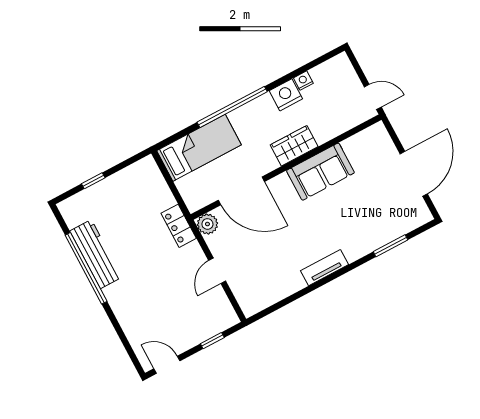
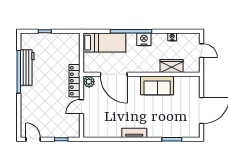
nightstand: (286, 95) -> (144, 39), moved
door: (373, 97) -> (202, 51), moved
wardrobe: (294, 146) -> (172, 66), moved
locker: (179, 226) -> (75, 81), width x1.53

